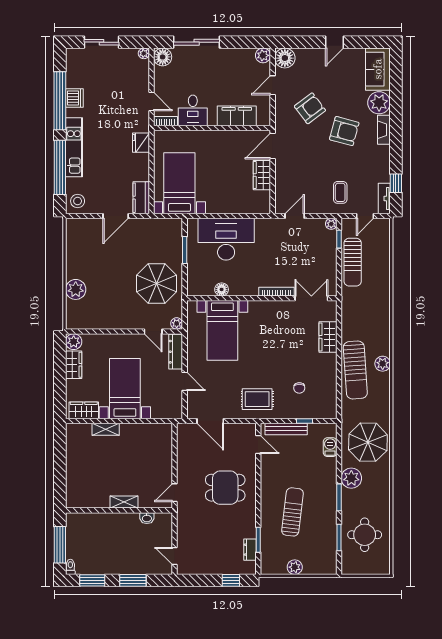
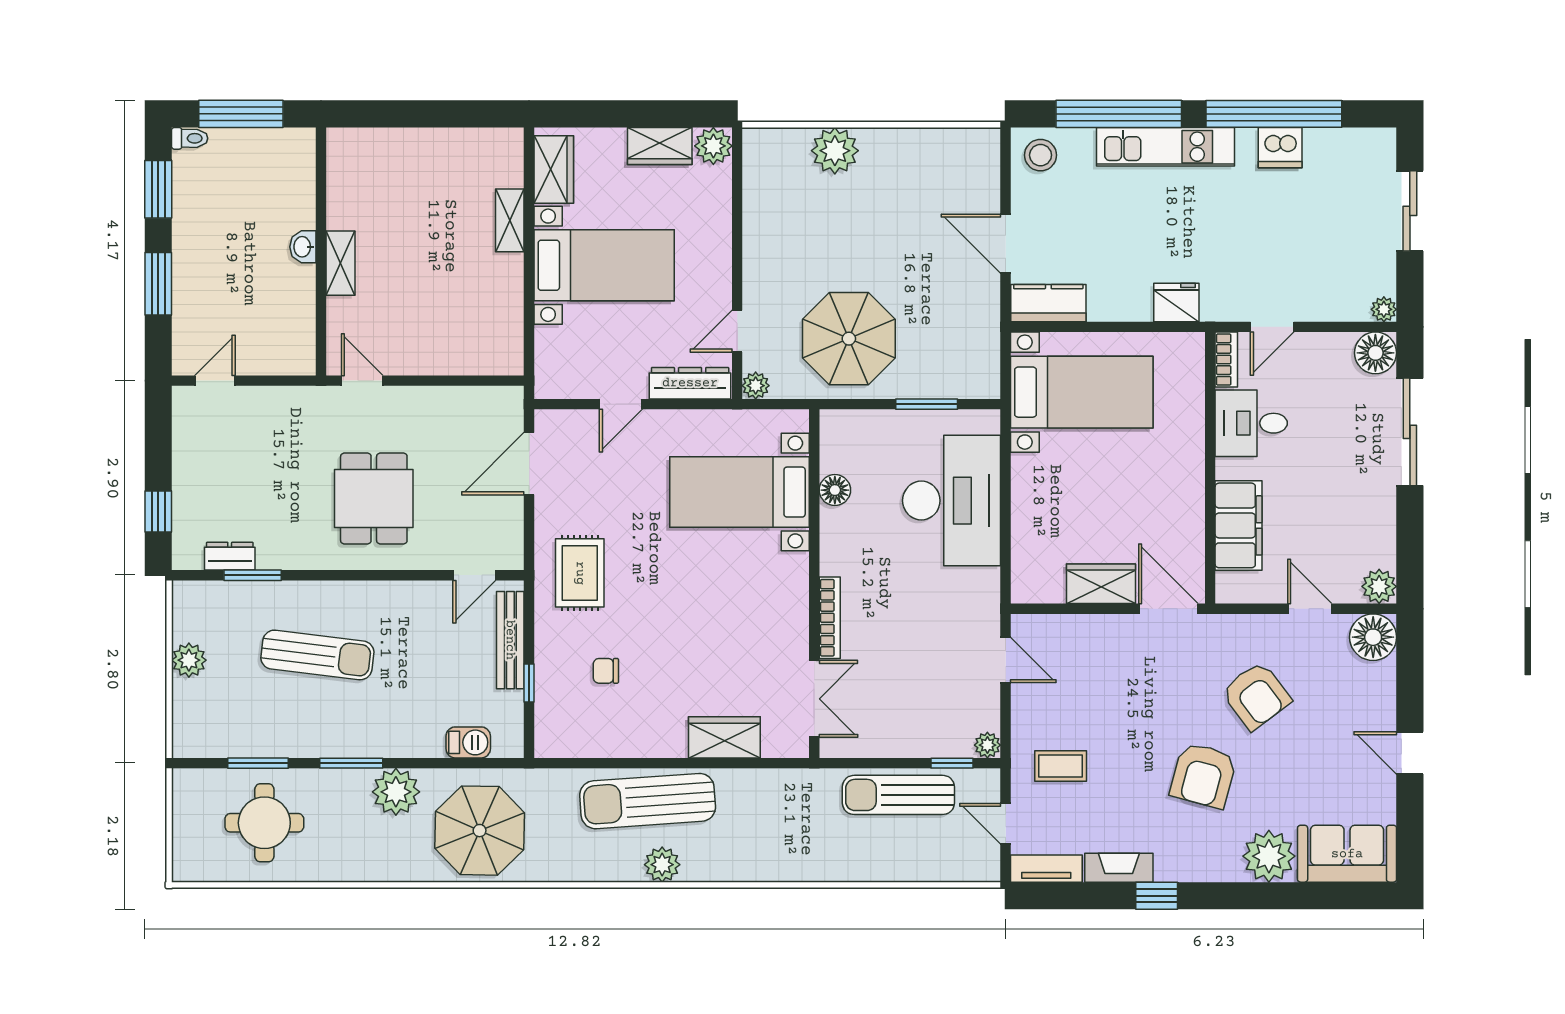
fireplace: (384, 130) -> (1119, 868), moved
window: (396, 183) -> (1157, 896), moved
washbasin: (147, 518) -> (303, 247), moved

